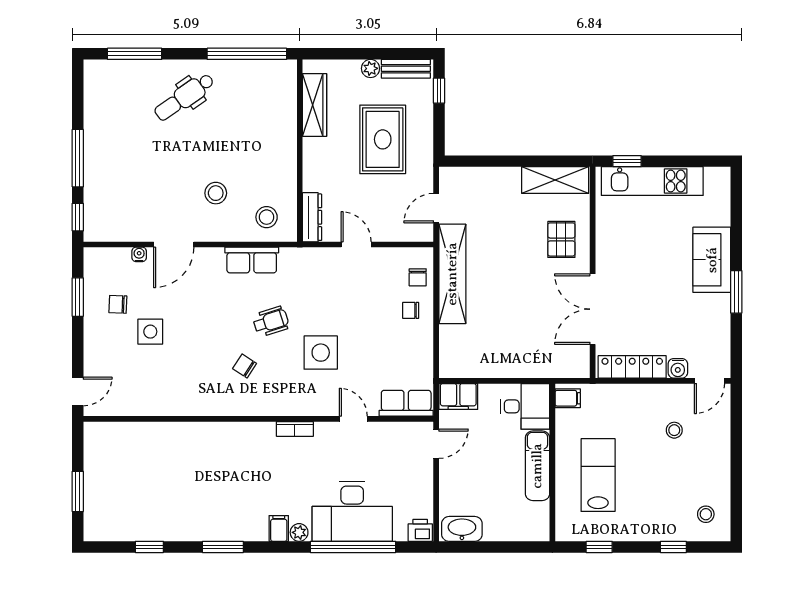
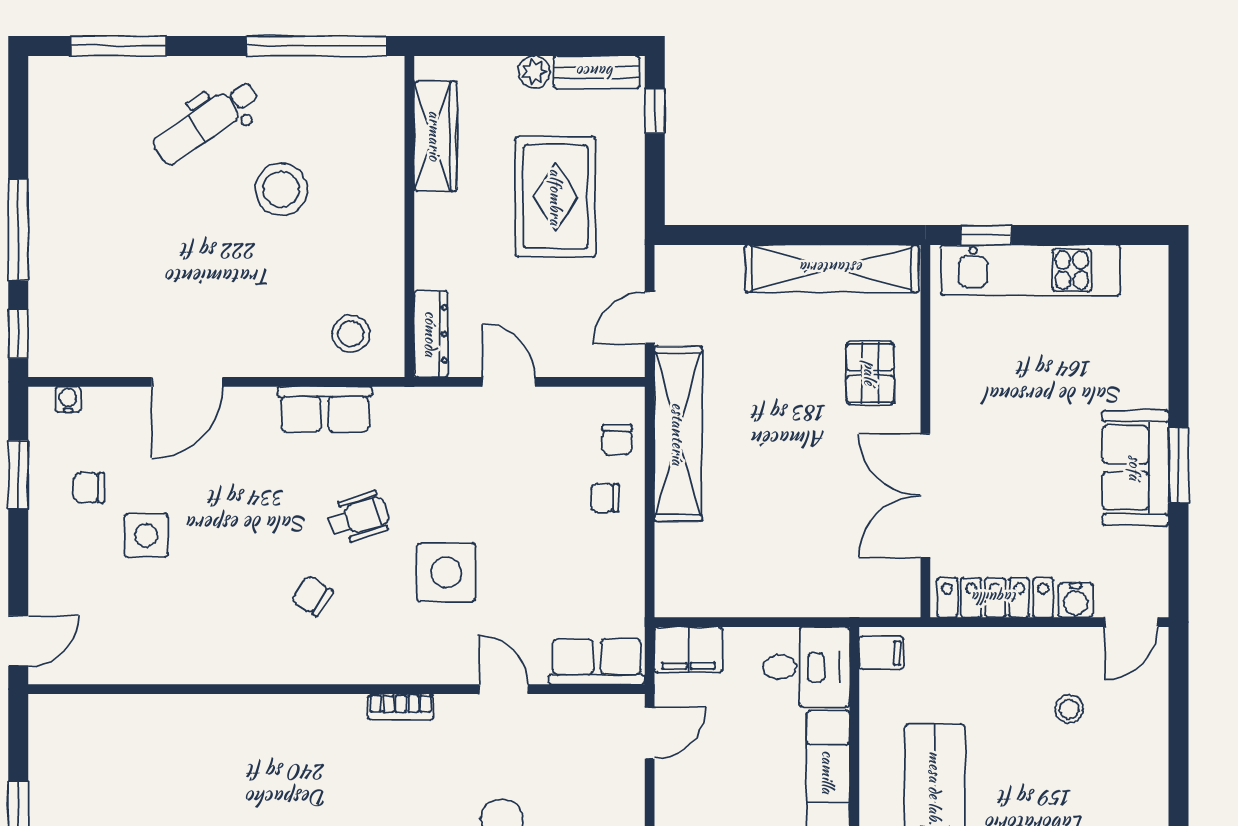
shelving: (555, 180) -> (832, 268), width x1.47
stool: (216, 193) -> (281, 189), moved, width x1.38, depth x1.38
water cooler: (139, 254) -> (68, 399), moved
sofa: (712, 260) -> (1135, 468), moved

